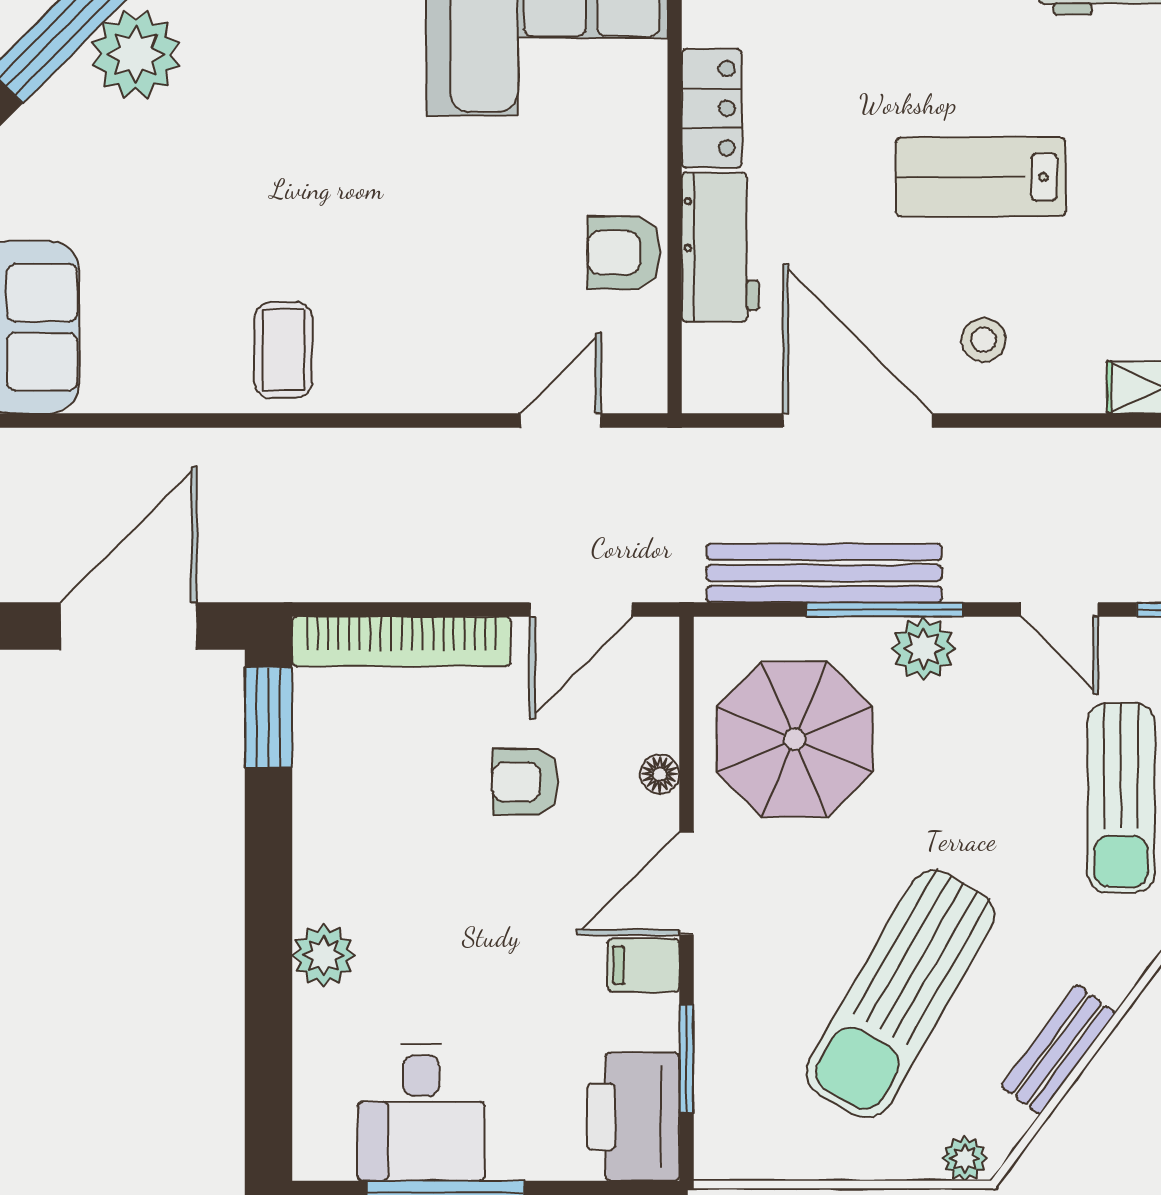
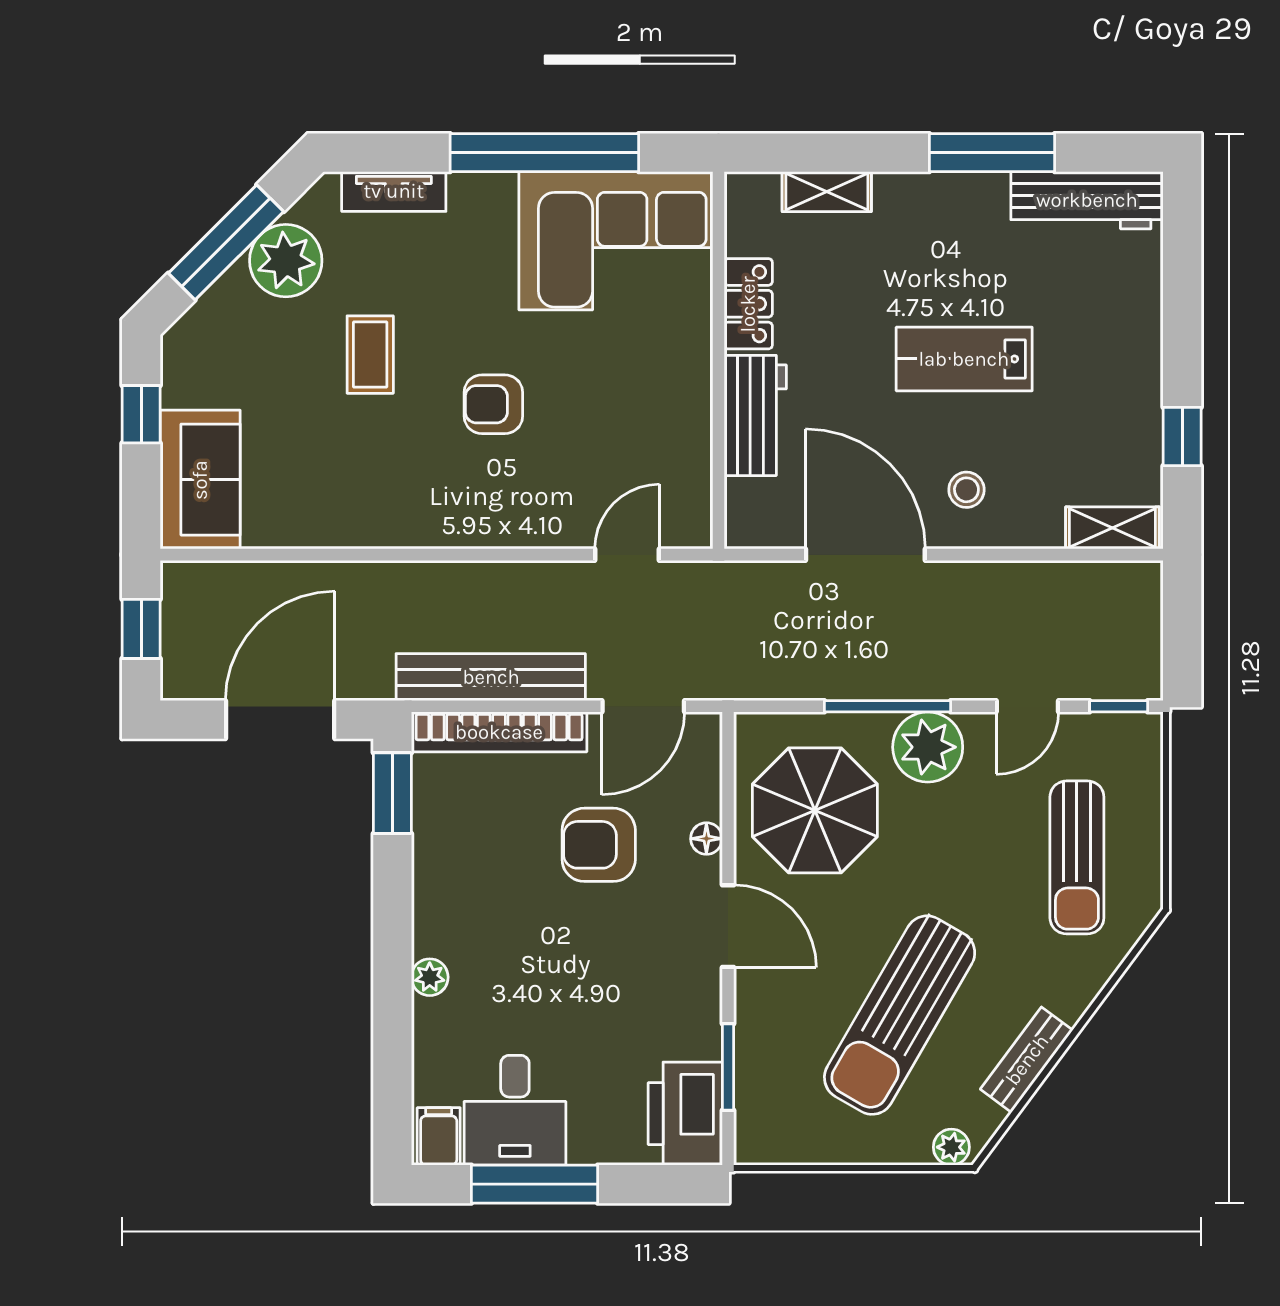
armchair: (624, 253) -> (493, 404), moved
coffee table: (283, 350) -> (370, 355), moved
bench: (824, 573) -> (491, 677), moved
door: (1059, 609) -> (1027, 706), hinge flipped
plant: (924, 649) -> (928, 747), width x1.36, depth x1.36
armchair: (525, 782) -> (599, 845), width x1.38, depth x1.38
door: (686, 883) -> (728, 926), swing flipped
plant: (324, 955) -> (430, 977), width x0.73, depth x0.73
filing cabinet: (644, 965) -> (439, 1136), moved, turned 90

